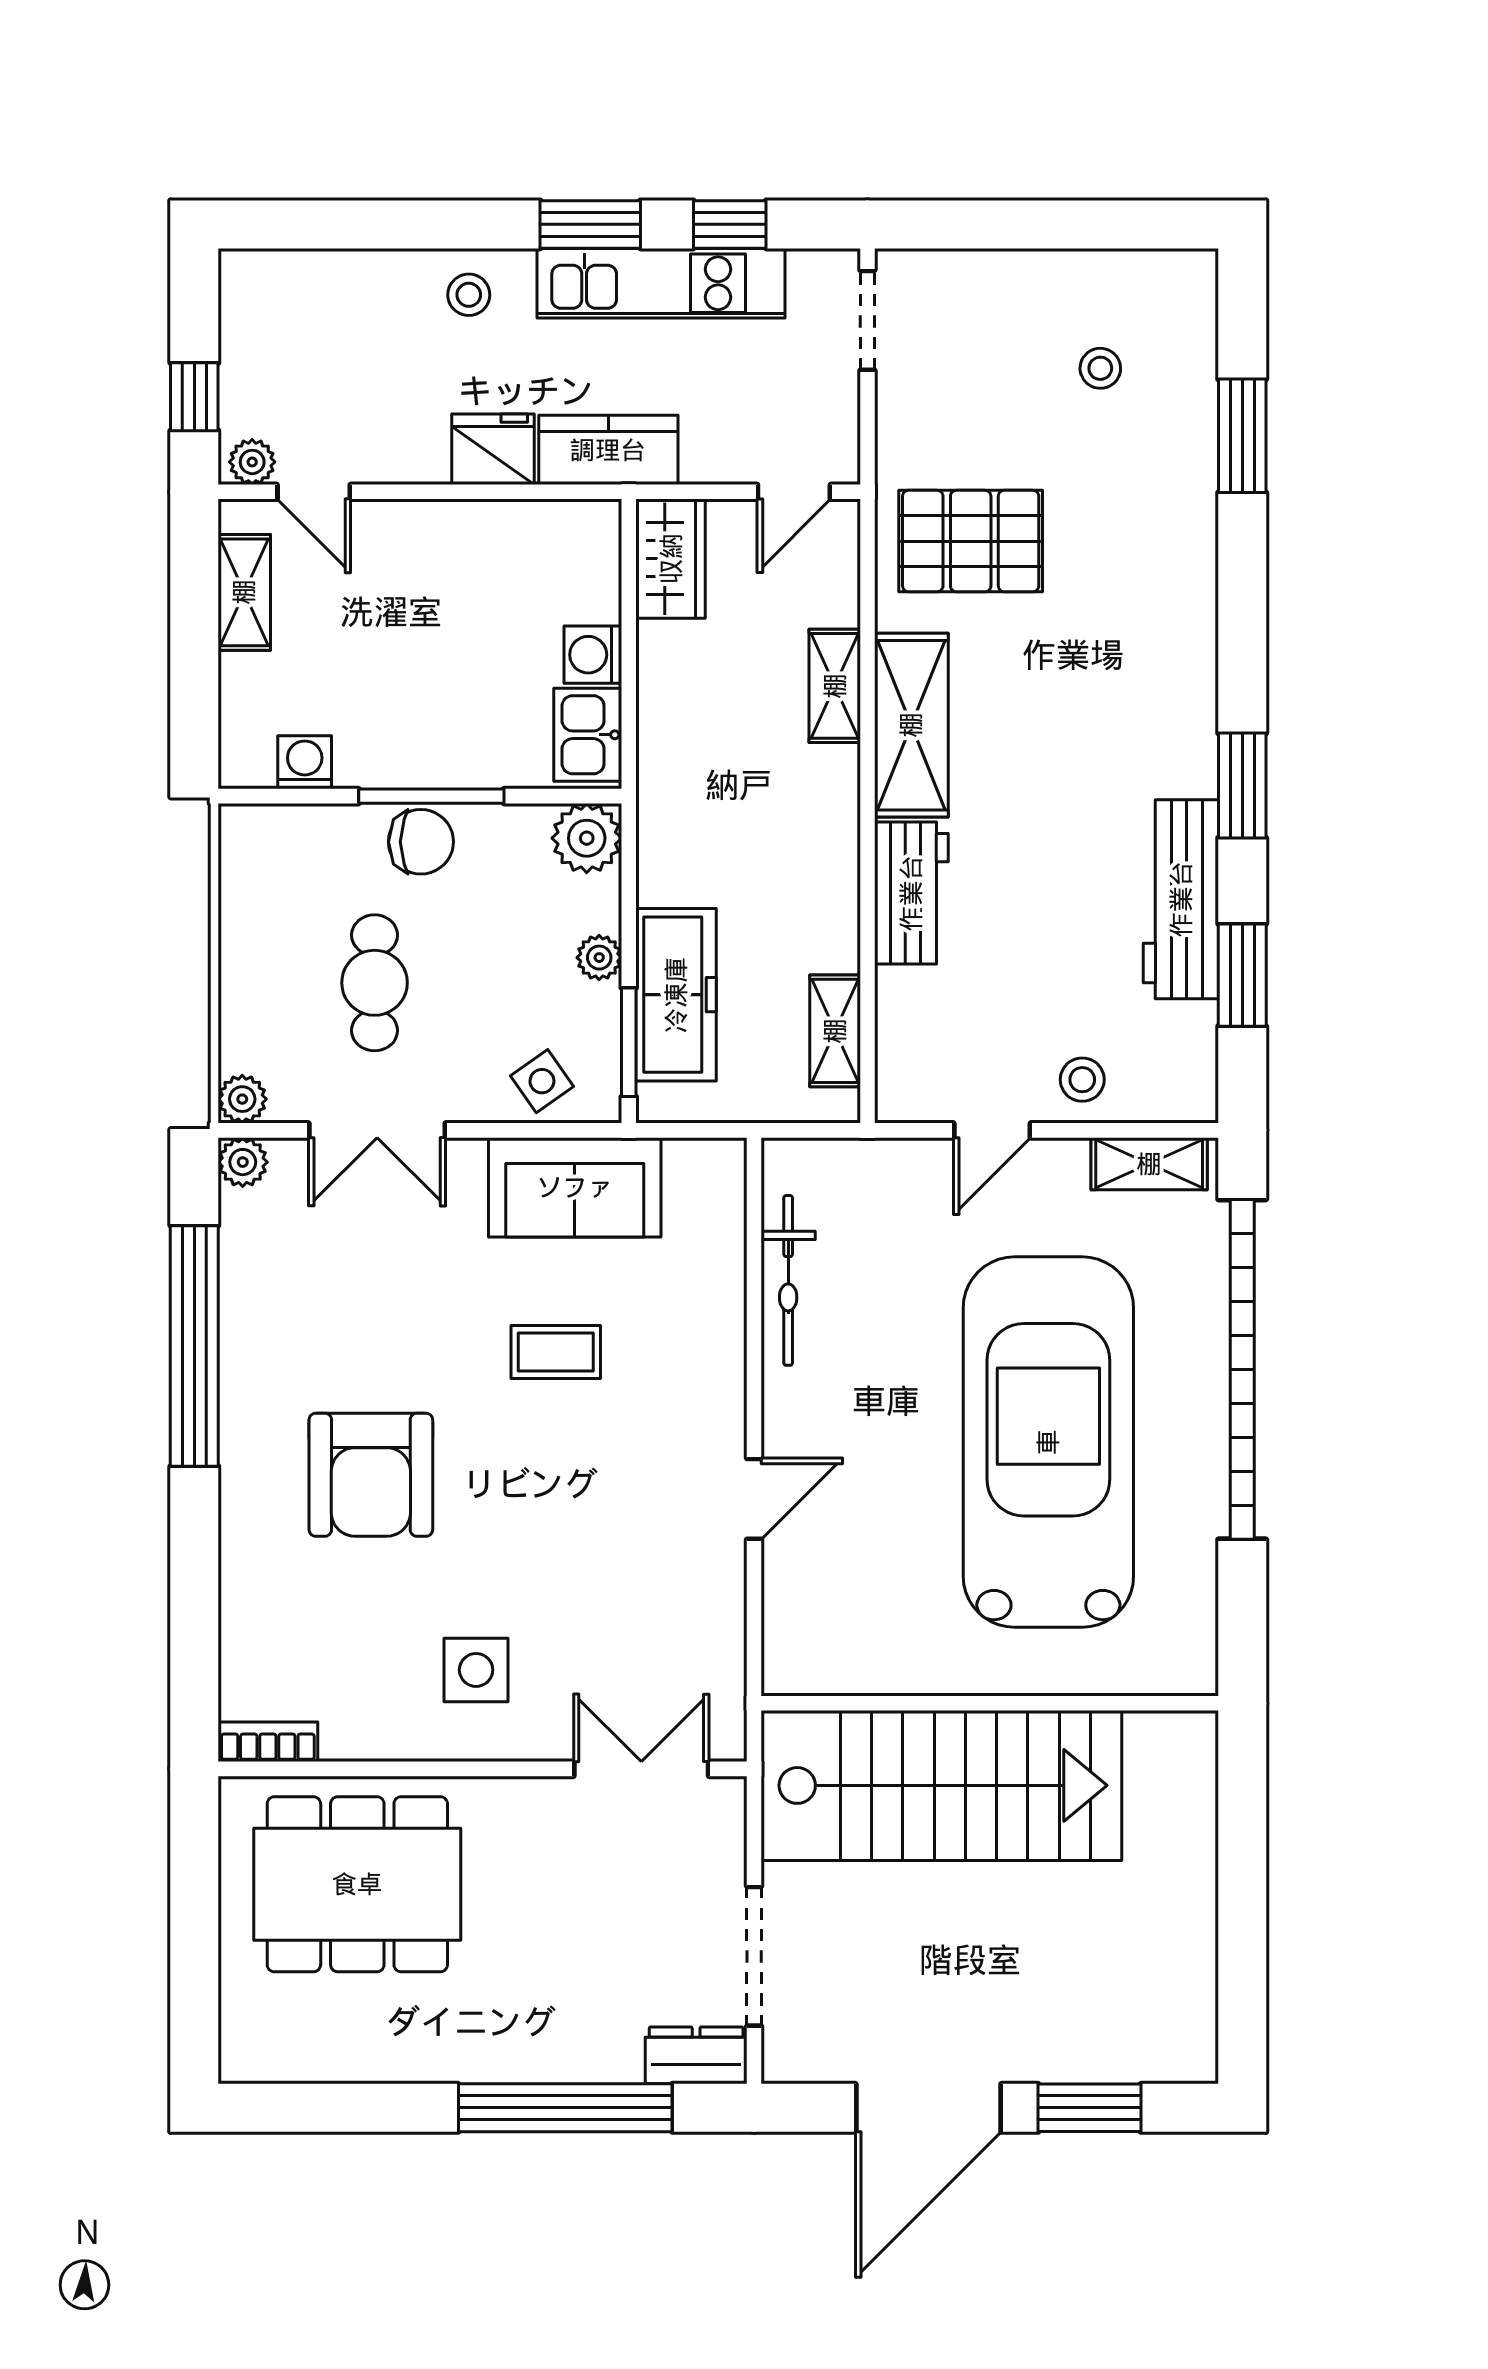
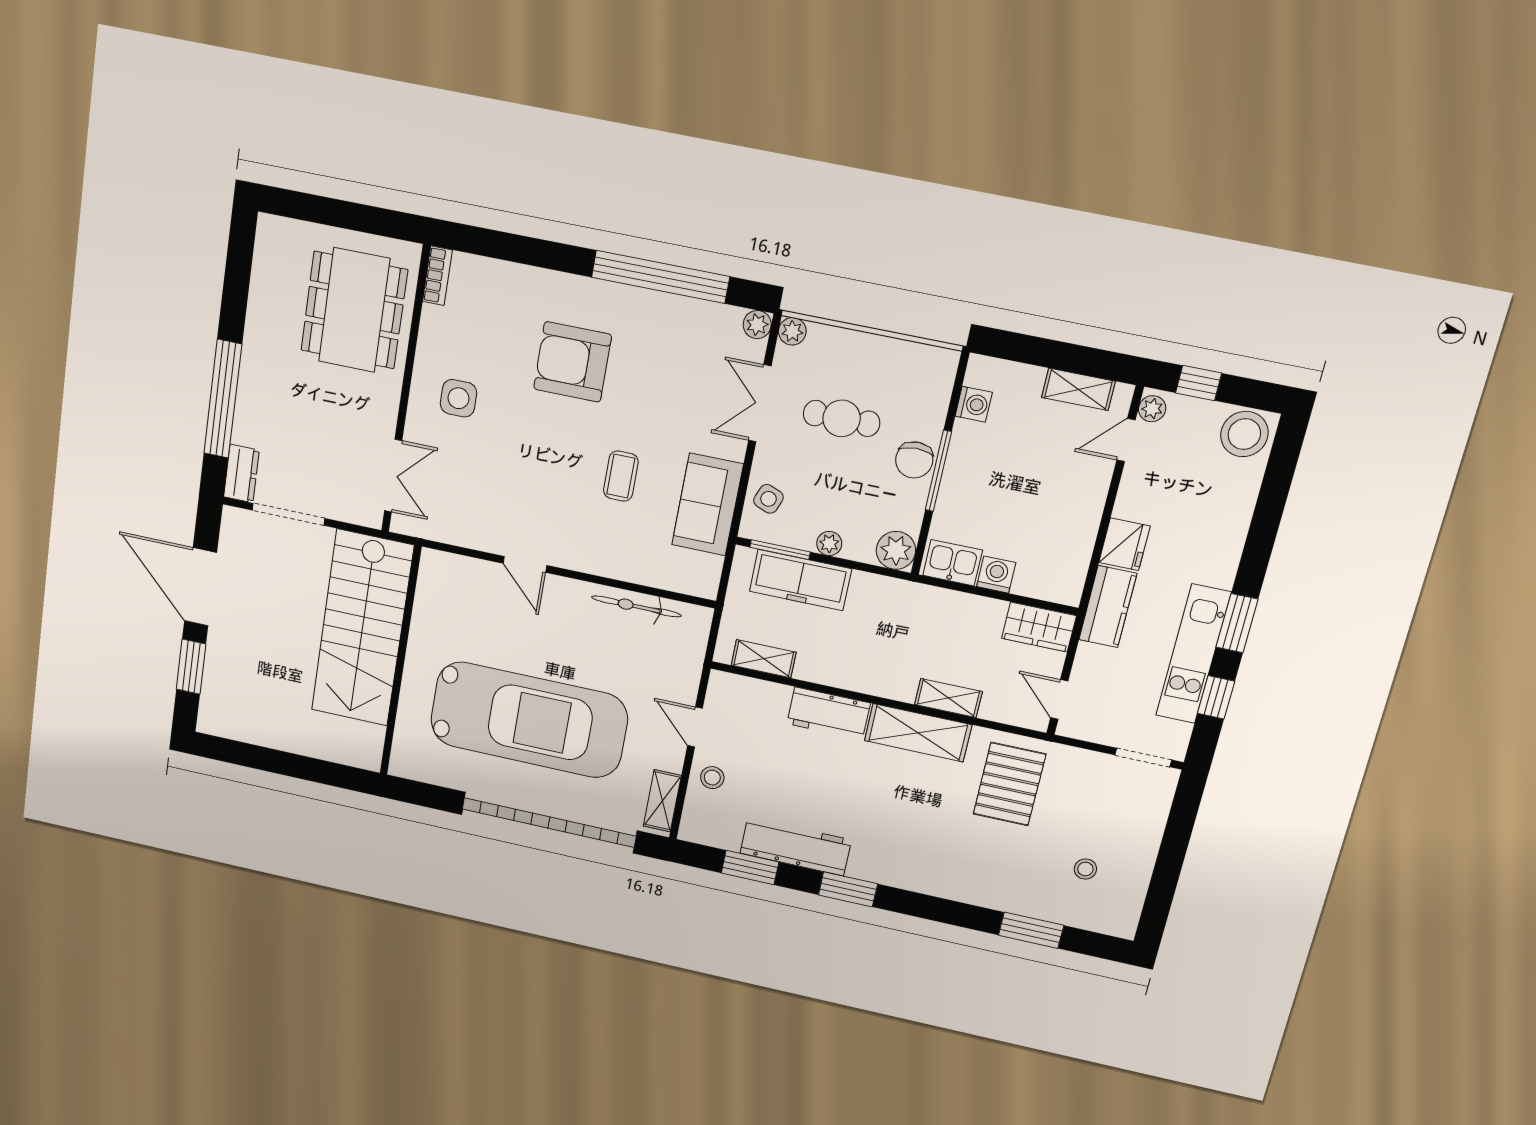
stool: (469, 295) -> (1244, 434), moved, width x1.89, depth x1.89
side table: (542, 1081) -> (768, 499), turned -34

